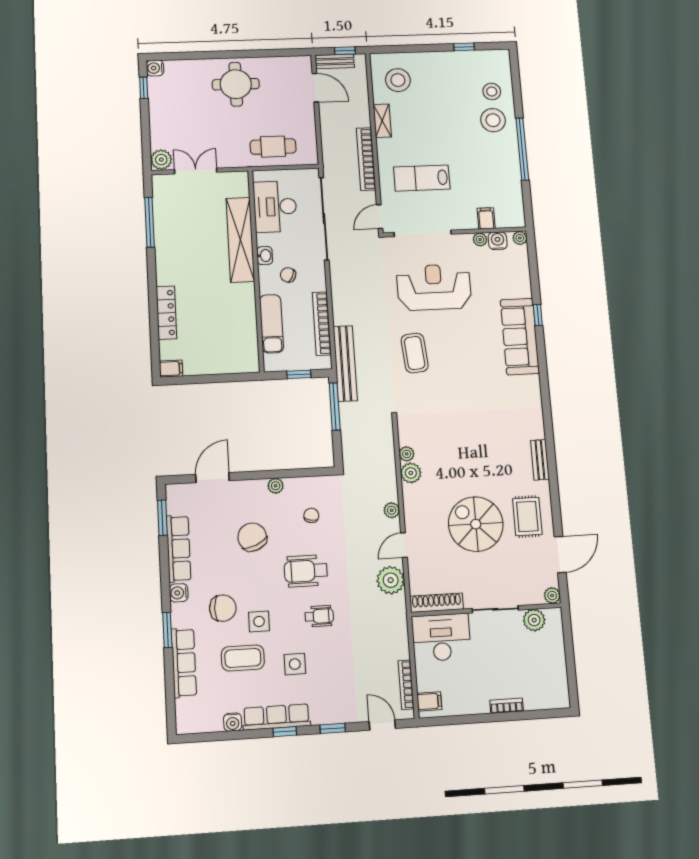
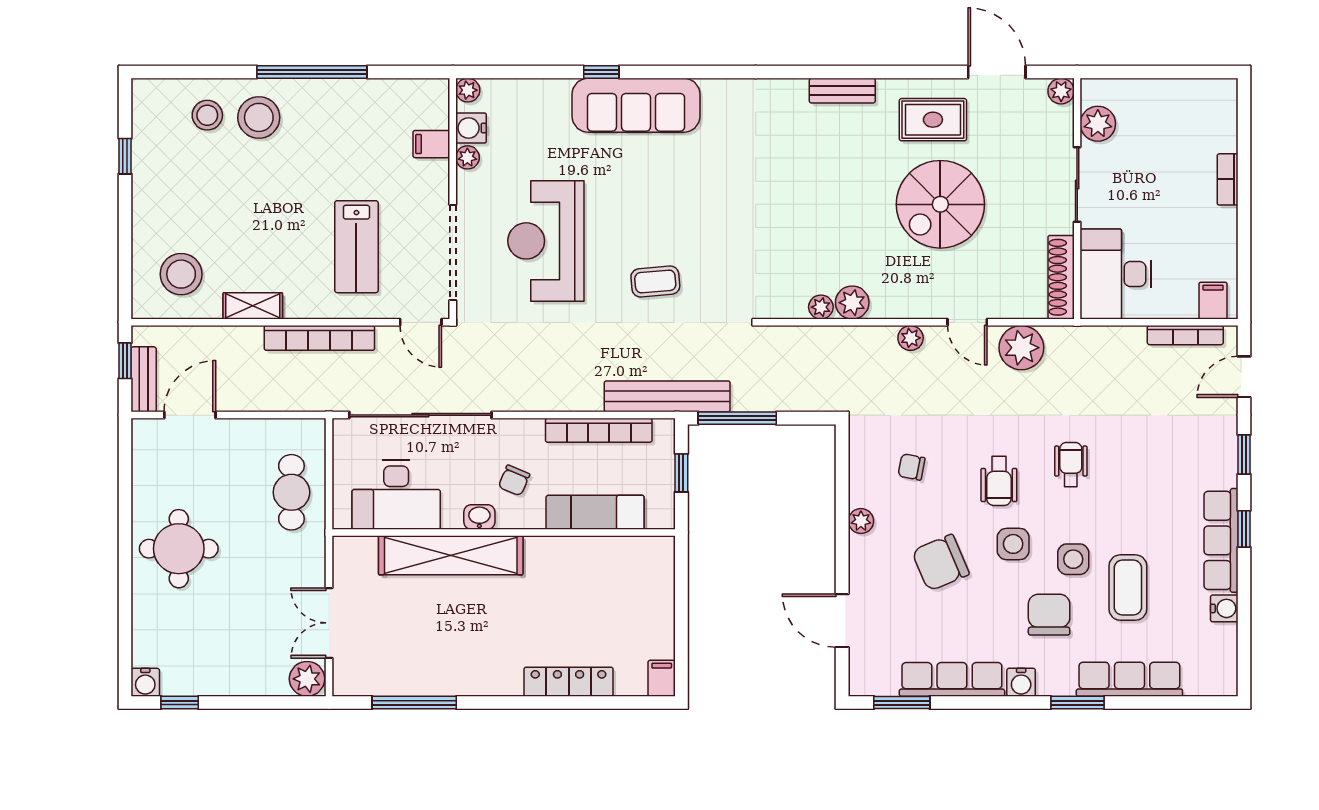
coffee table: (415, 353) -> (655, 282), width x0.73, depth x0.77
wheelchair: (306, 571) -> (999, 481), width x0.73, depth x0.73
side table: (295, 664) -> (1013, 544), moved

